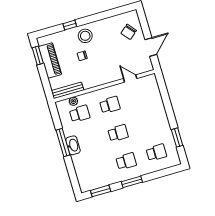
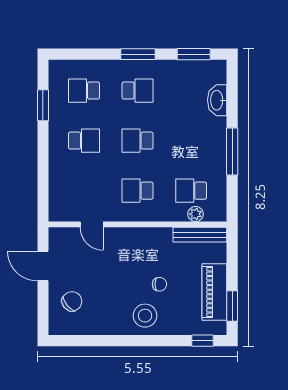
window: (70, 25) -> (203, 341), moved
door: (151, 47) -> (43, 266), hinge flipped
school desk: (148, 124) -> (84, 141), added
washbasin: (73, 145) -> (217, 100), moved
school desk: (126, 161) -> (138, 91), turned 180

